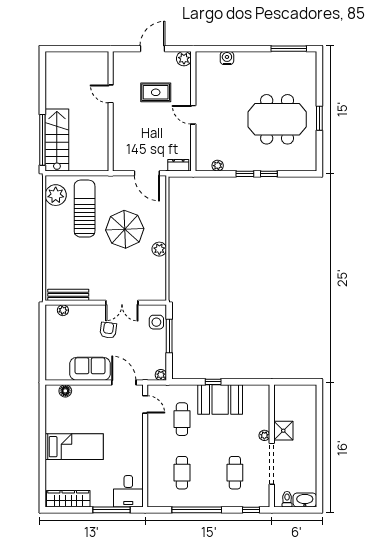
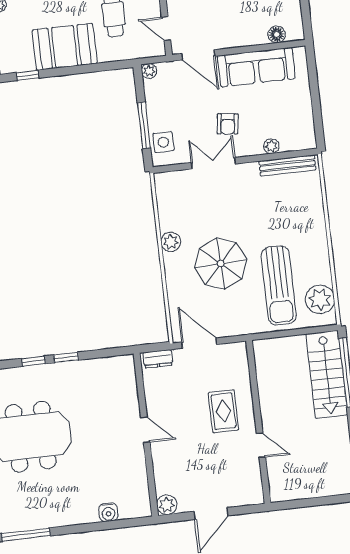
rug: (156, 92) -> (223, 411), moved, turned 90
plant: (218, 166) -> (104, 365), removed
plant: (63, 310) -> (271, 146), moved
sofa: (90, 369) -> (256, 67), width x1.36
window: (213, 382) -> (28, 75), moved

